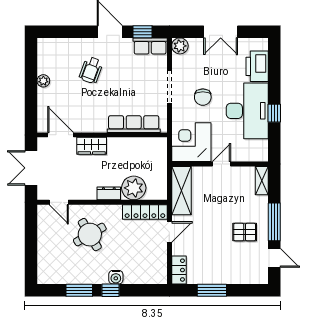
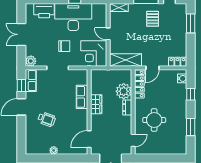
double door: (221, 32) -> (21, 34), swing flipped
row of seats: (134, 124) -> (82, 97), width x0.68
wardrobe: (92, 146) -> (96, 104), moved
door: (169, 232) -> (152, 68), swing flipped
round table: (90, 235) -> (154, 120), turned 30
water cooler: (116, 277) -> (182, 78), moved
window: (110, 290) -> (191, 94), moved
window: (212, 290) -> (191, 23), moved

